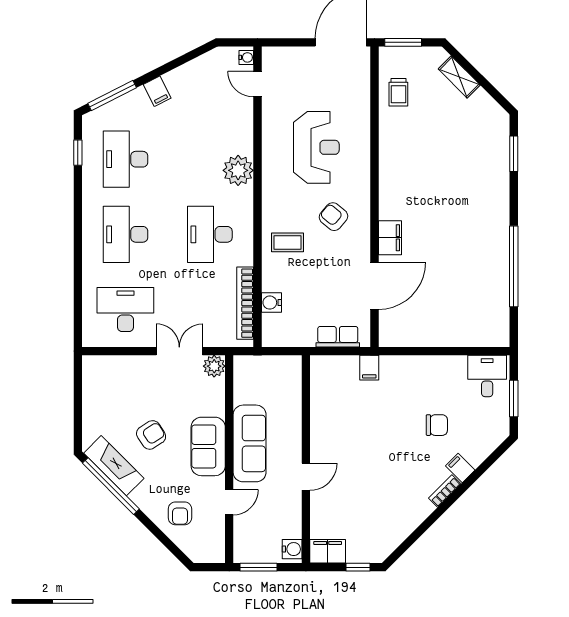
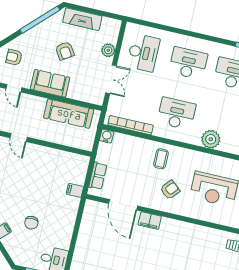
water cooler: (271, 303) -> (107, 136), moved
plant: (214, 366) -> (108, 50), moved
sofa: (250, 443) -> (69, 114), moved
fireplace: (114, 466) -> (82, 19), moved, turned 45

